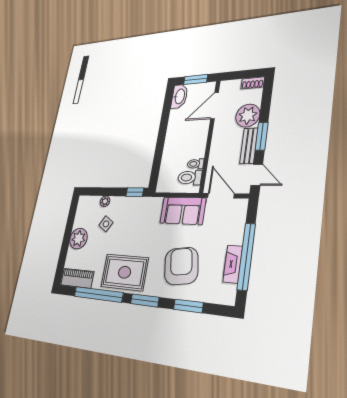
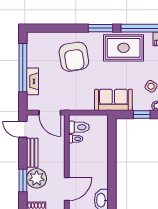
window: (262, 136) -> (23, 180), moved
window: (135, 192) -> (142, 115), moved
sofa: (183, 211) -> (113, 100), moved
fireplace: (233, 264) -> (33, 81), moved
window: (188, 306) -> (63, 28), removed

